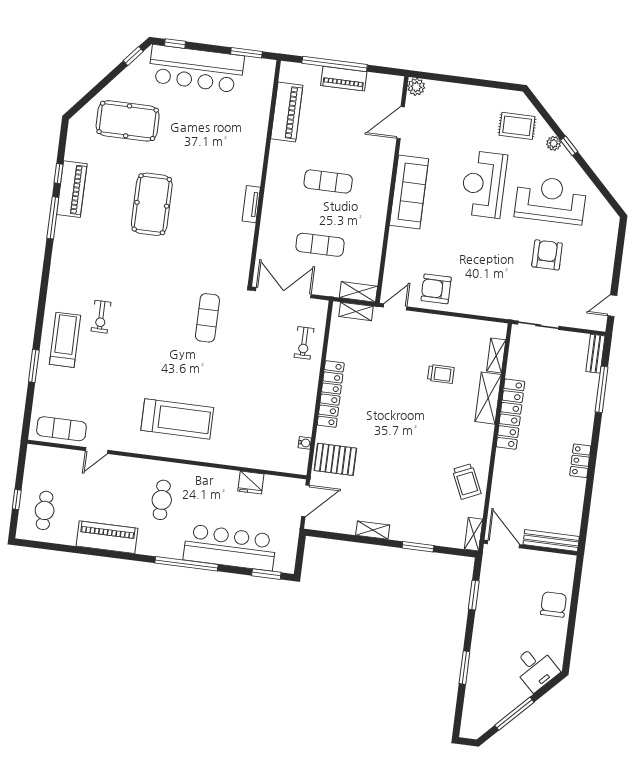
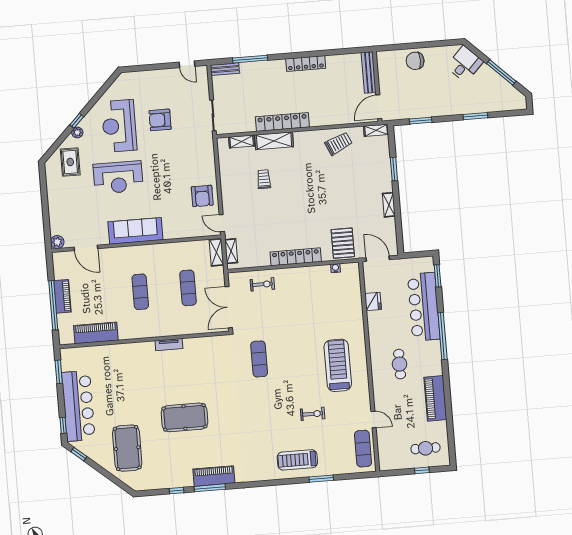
piano: (72, 189) -> (214, 476), moved
exercise bike: (101, 317) -> (313, 414), moved
exercise mat: (207, 318) -> (259, 359), turned 90
locker: (580, 461) -> (306, 64), width x1.53
cafe table: (162, 500) -> (400, 364), turned 90

